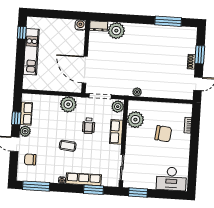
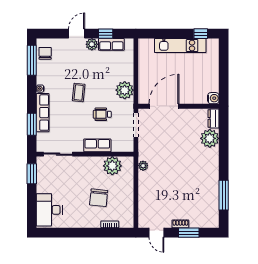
plant: (118, 107) -> (126, 145), removed
chair: (30, 160) -> (45, 53), moved

